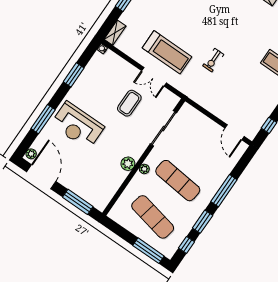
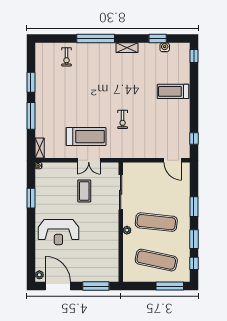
window: (43, 119) -> (31, 244), removed
plant: (128, 164) -> (113, 235), removed
window: (224, 191) -> (194, 207), width x0.69

